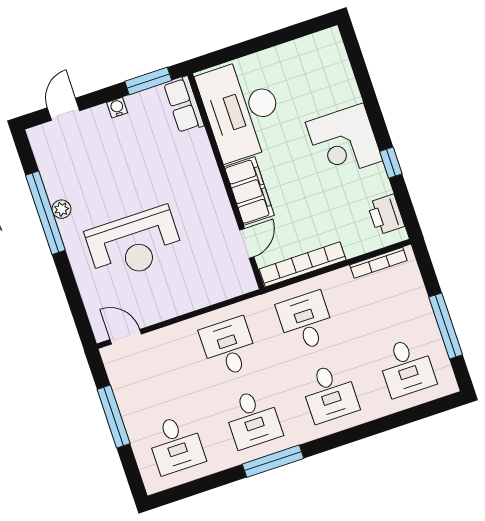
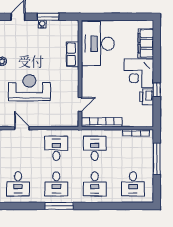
window: (148, 81) -> (48, 17), moved
row of seats: (184, 105) -> (73, 54), moved
filing cabinet: (249, 191) -> (146, 43), moved, turned 180
printer: (386, 214) -> (147, 97), moved
reception desk: (134, 244) -> (29, 88), turned 180
window: (446, 326) -> (157, 159), moved
door: (126, 337) -> (22, 128), moved

